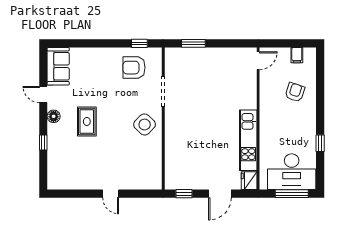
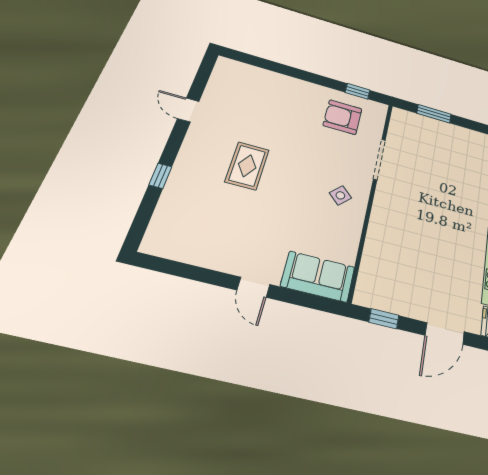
sofa: (58, 66) -> (318, 277), moved, turned -90
floor lamp: (54, 116) -> (194, 144), removed
side table: (145, 124) -> (340, 195), width x0.54, depth x0.54

